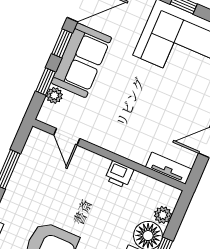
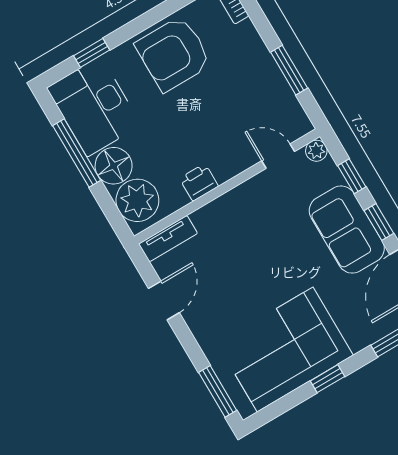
plant: (54, 95) -> (316, 151), moved
plant: (163, 215) -> (137, 200), width x1.88, depth x1.88

